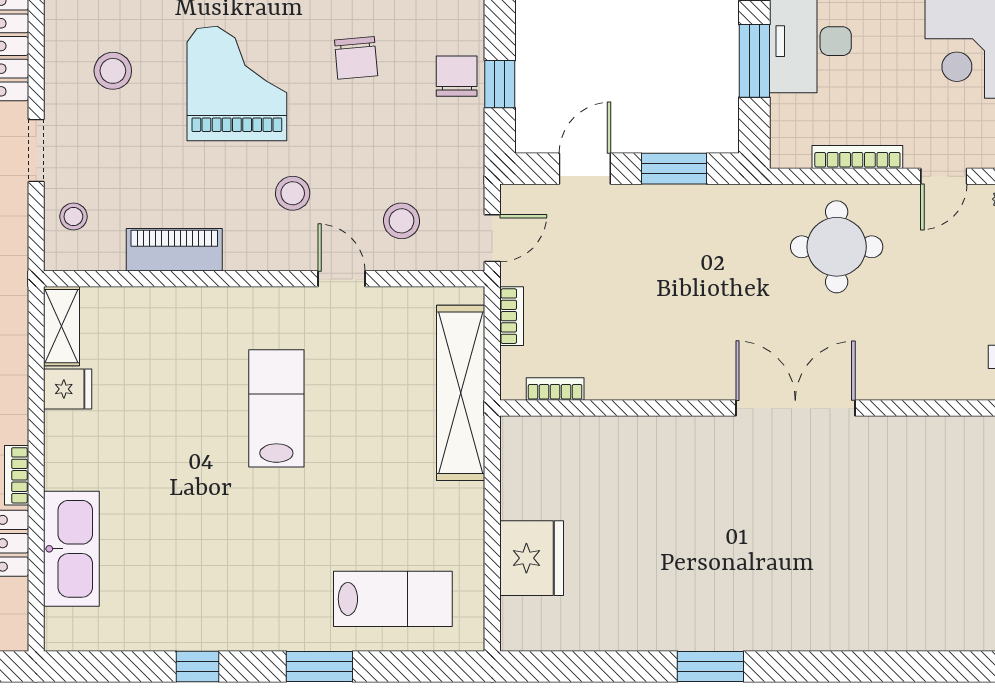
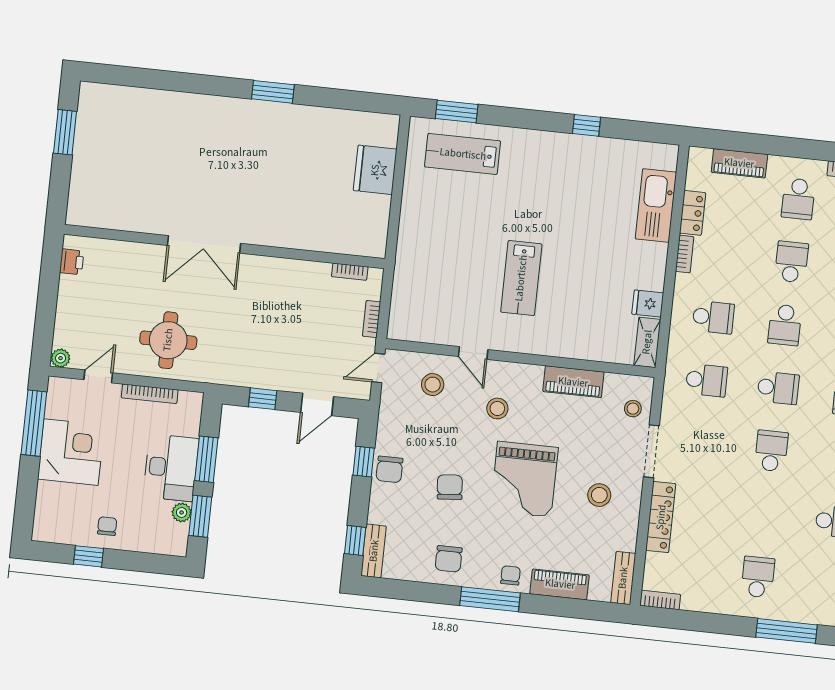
doorway: (36, 151) -> (651, 451), width x1.38
window: (674, 169) -> (263, 399), width x0.67
shelving: (461, 393) -> (408, 276), removed
window: (319, 666) -> (457, 111), moved

